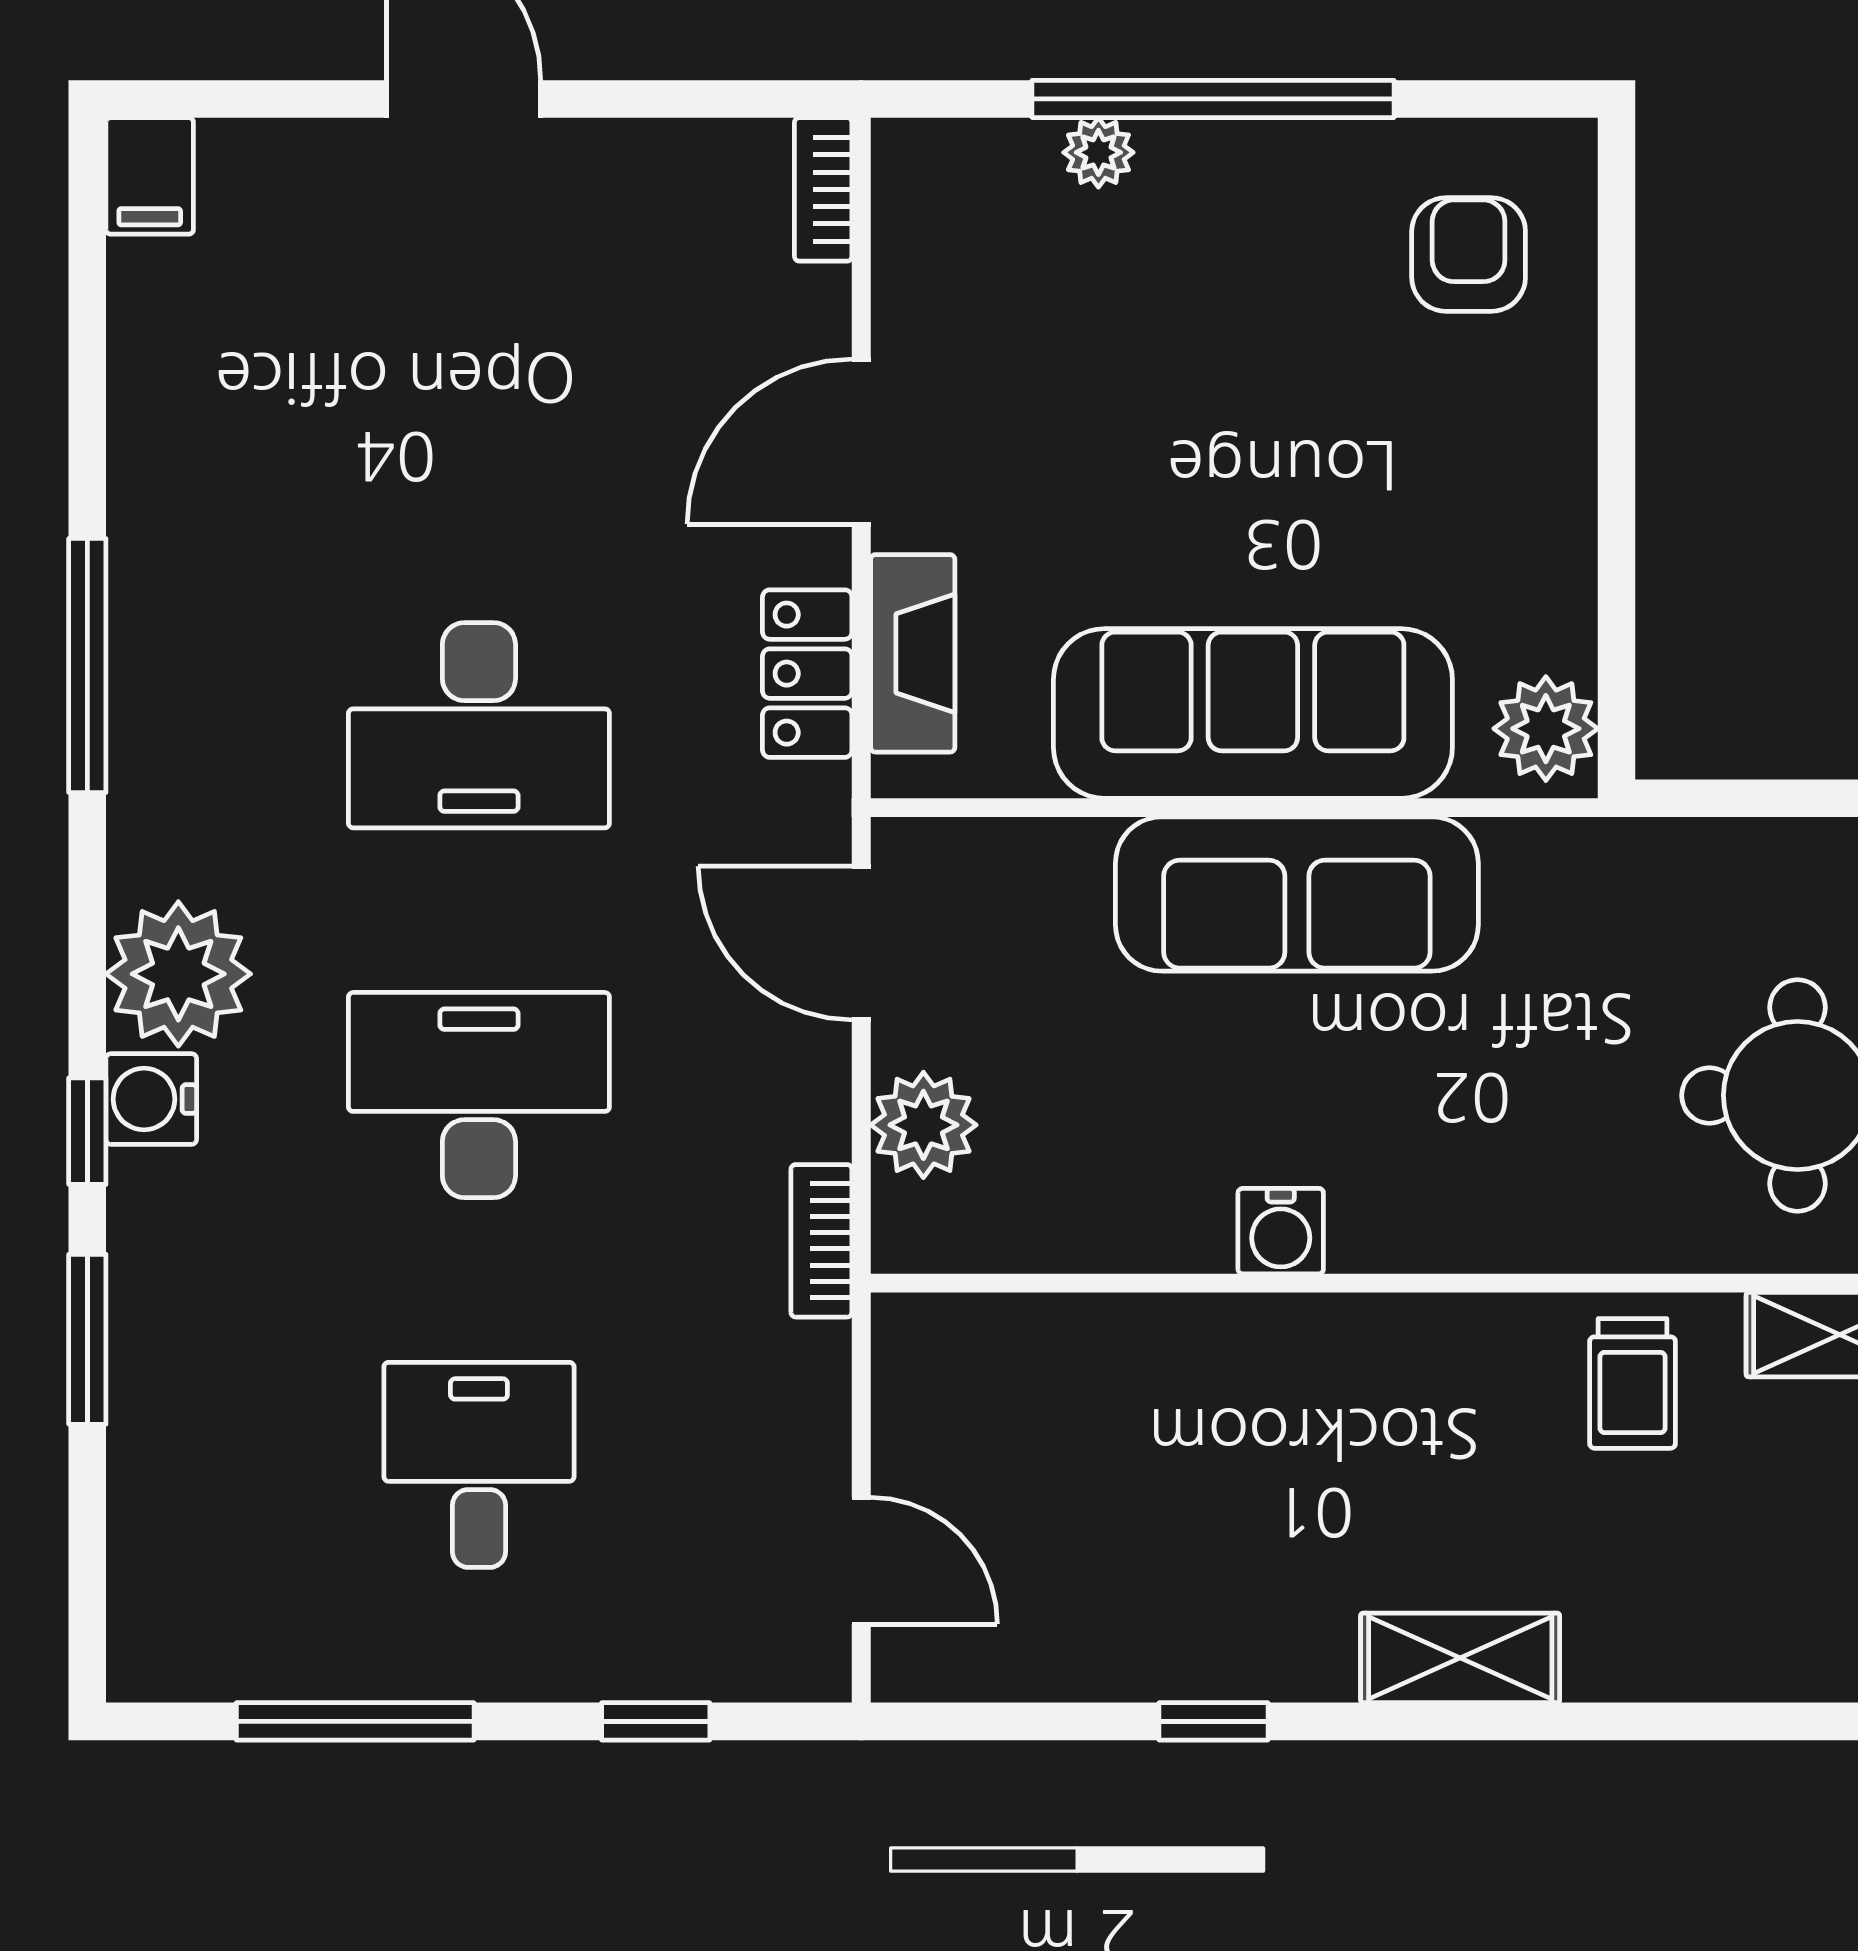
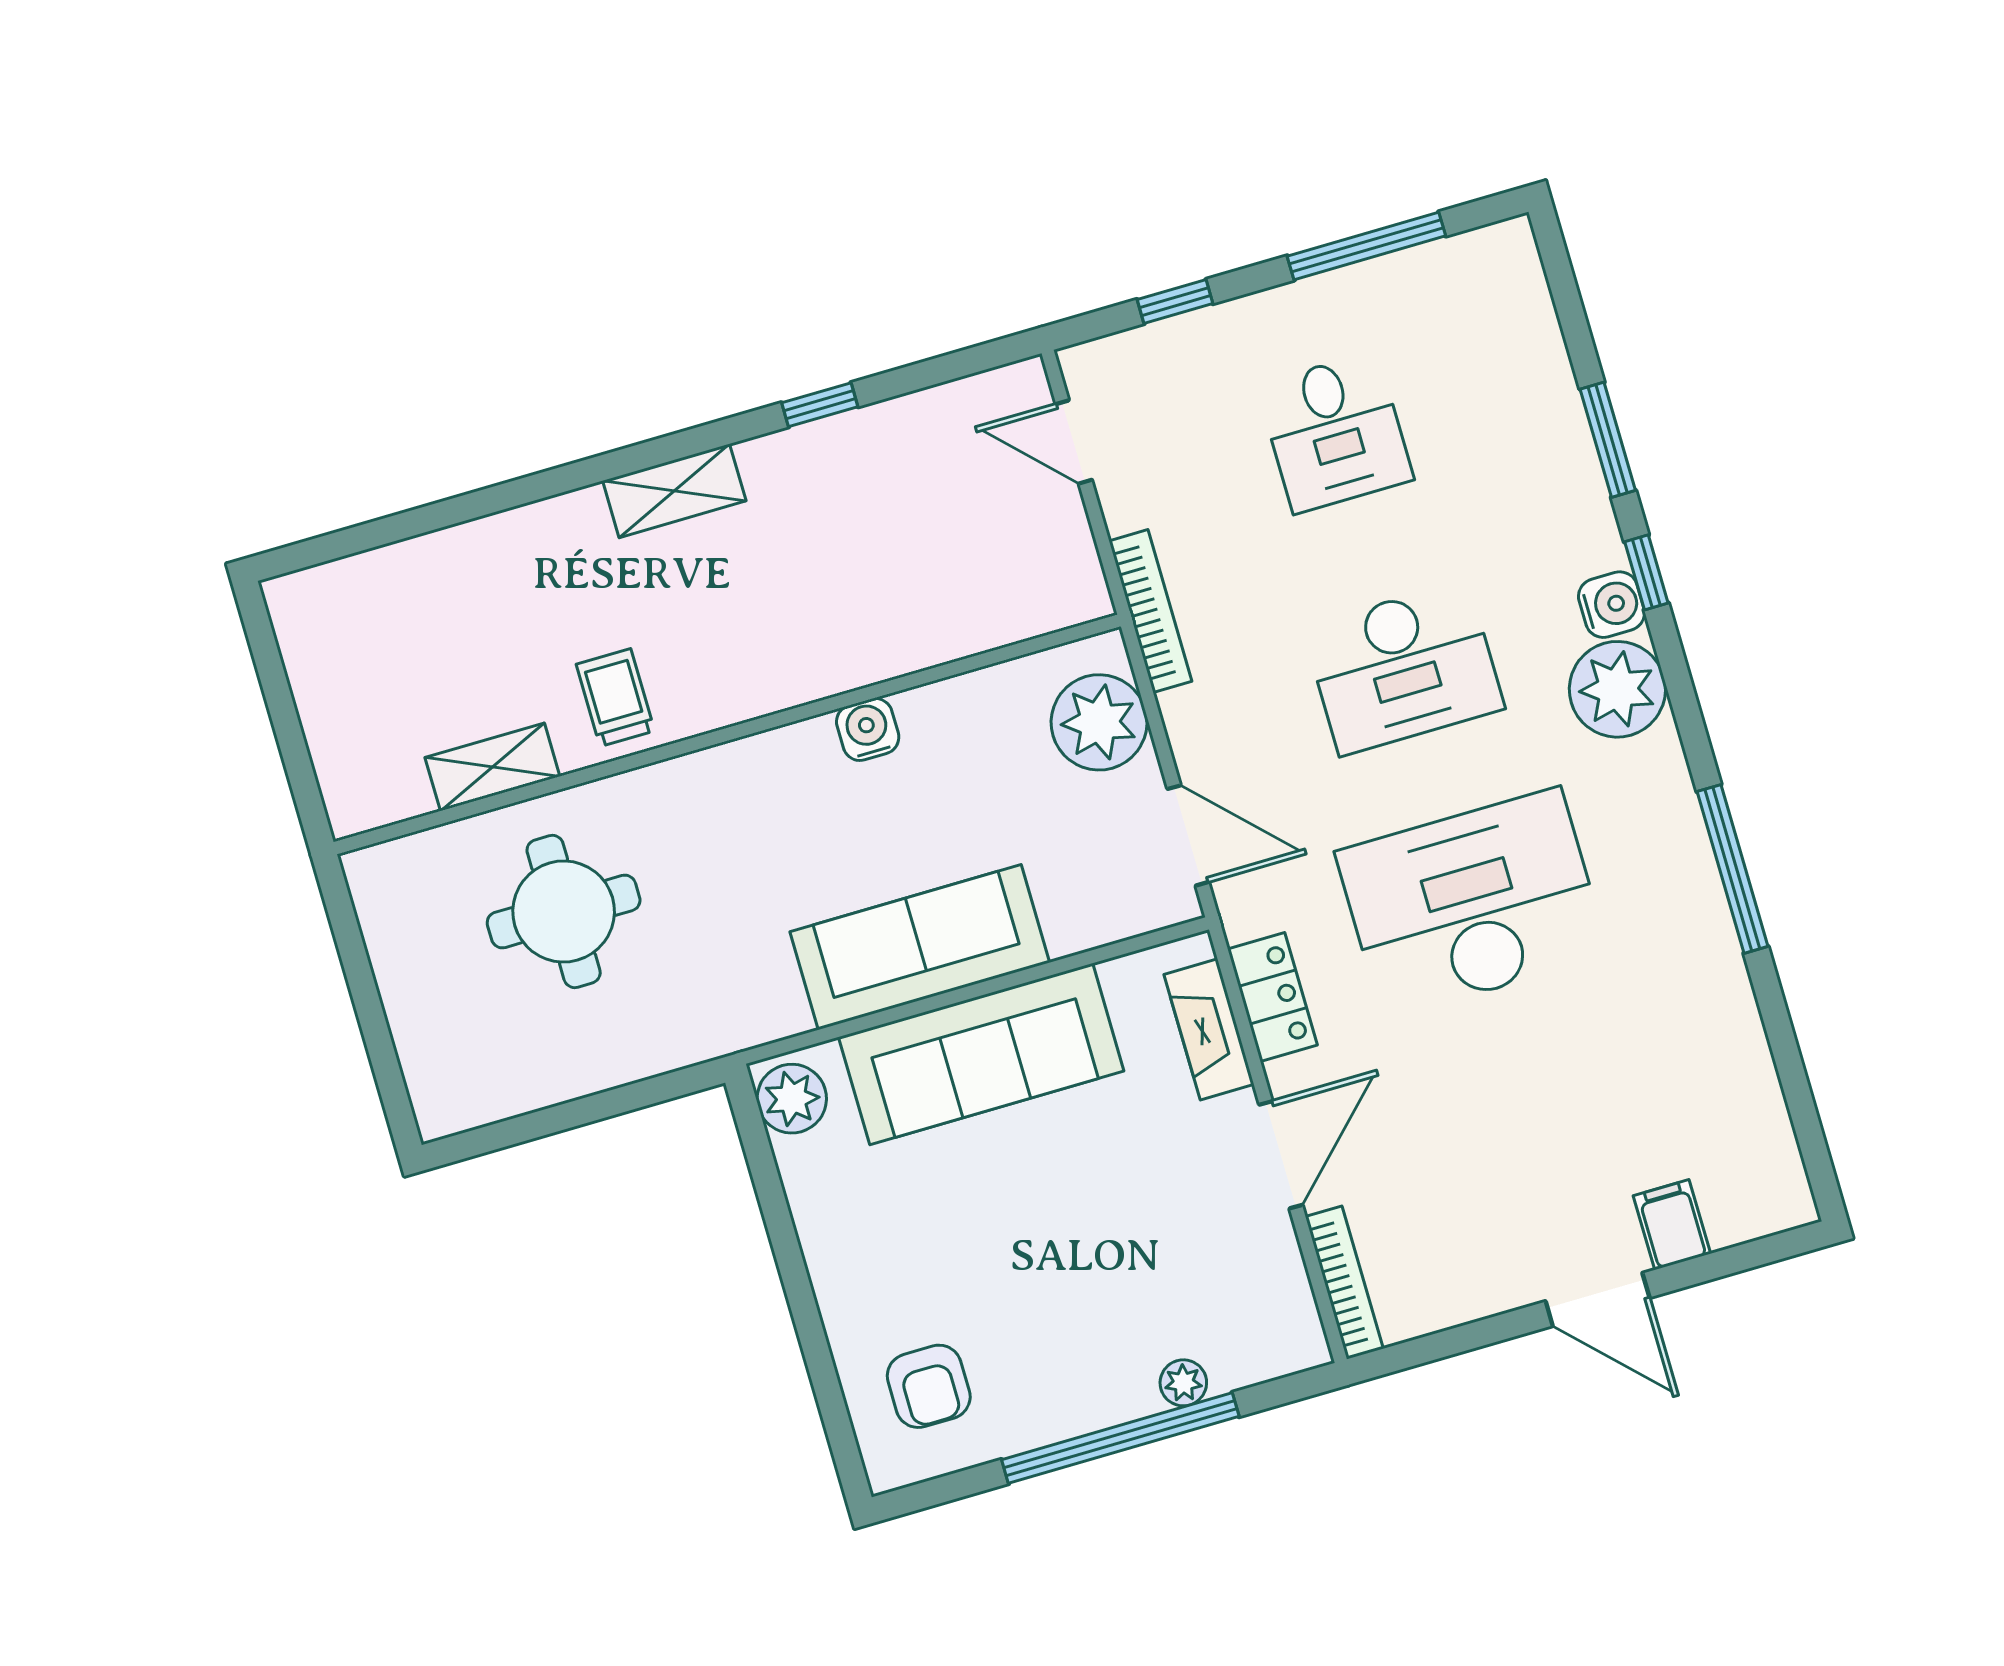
filing cabinet: (150, 176) -> (1672, 1225), moved
bookcase: (823, 189) -> (1344, 1283), width x1.56
desk: (479, 725) -> (1472, 903), width x1.36, depth x1.30
plant: (923, 1125) -> (1099, 722), width x1.36, depth x1.36
bookcase: (821, 1241) -> (1150, 611), width x1.56

